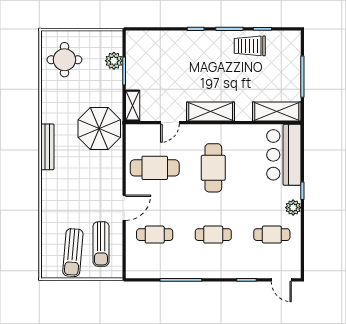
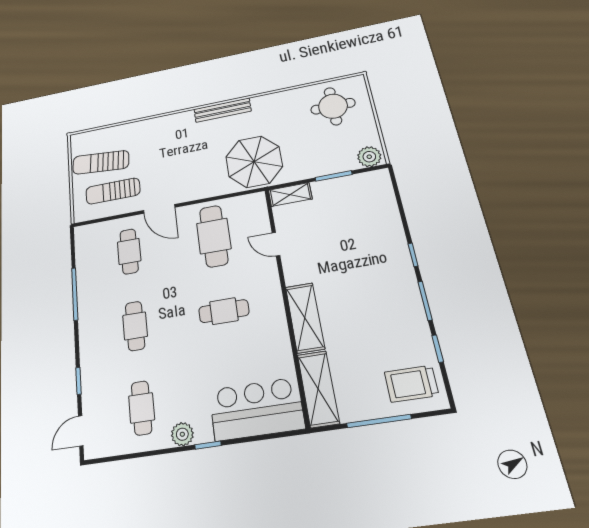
trolley: (250, 46) -> (411, 384), moved, turned -90
plant: (114, 61) -> (369, 157), moved
shelving: (211, 112) -> (305, 318), moved
cafe table: (213, 168) -> (224, 311), width x0.73, depth x0.74

